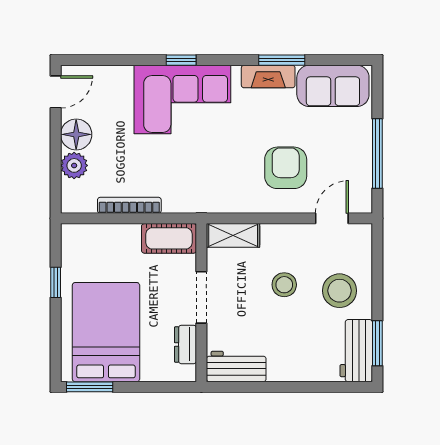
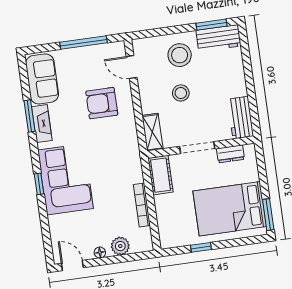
floor lamp: (76, 134) -> (100, 252), width x0.53, depth x0.53

